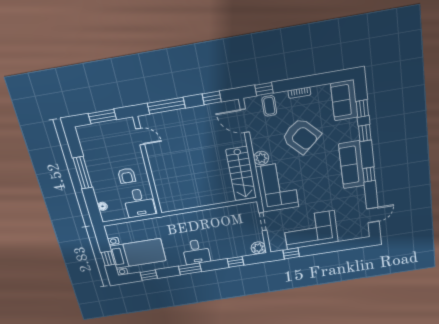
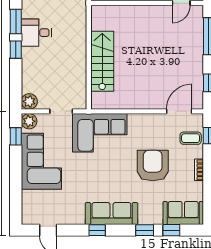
armchair: (301, 136) -> (153, 166), turned 133
plant: (261, 158) -> (29, 121), moved
stairs: (241, 174) -> (102, 61), moved, turned 90
window: (236, 262) -> (16, 50), moved

